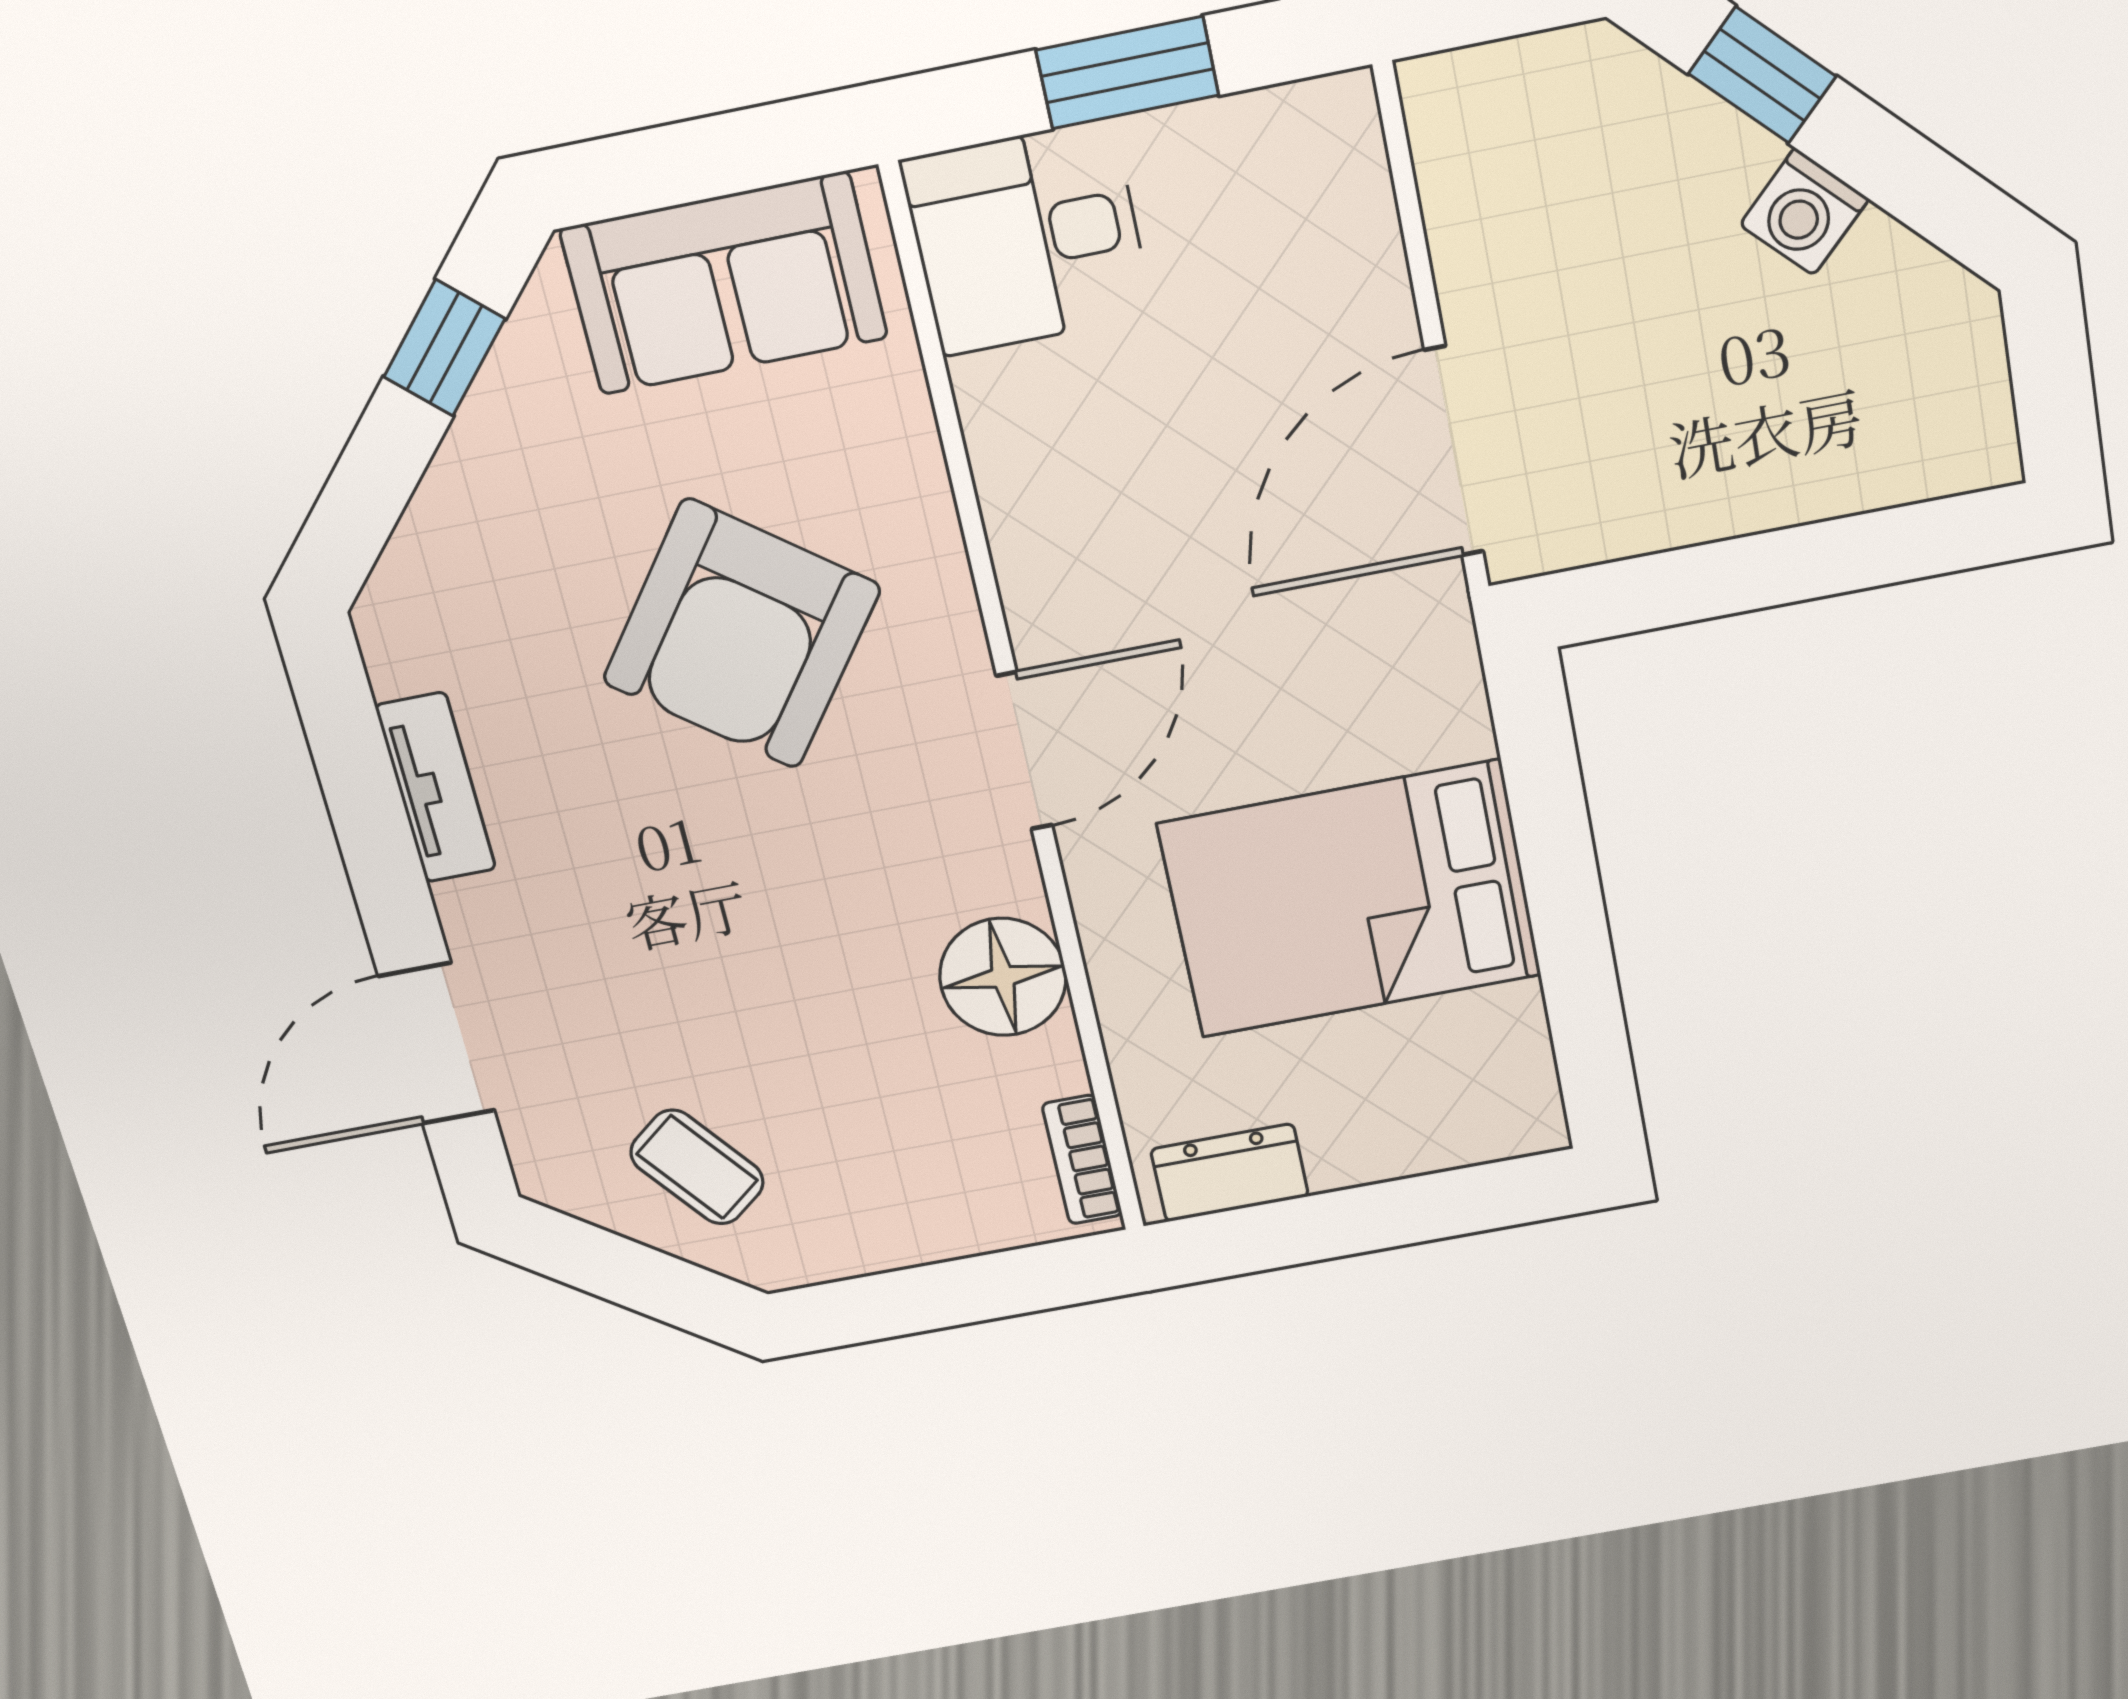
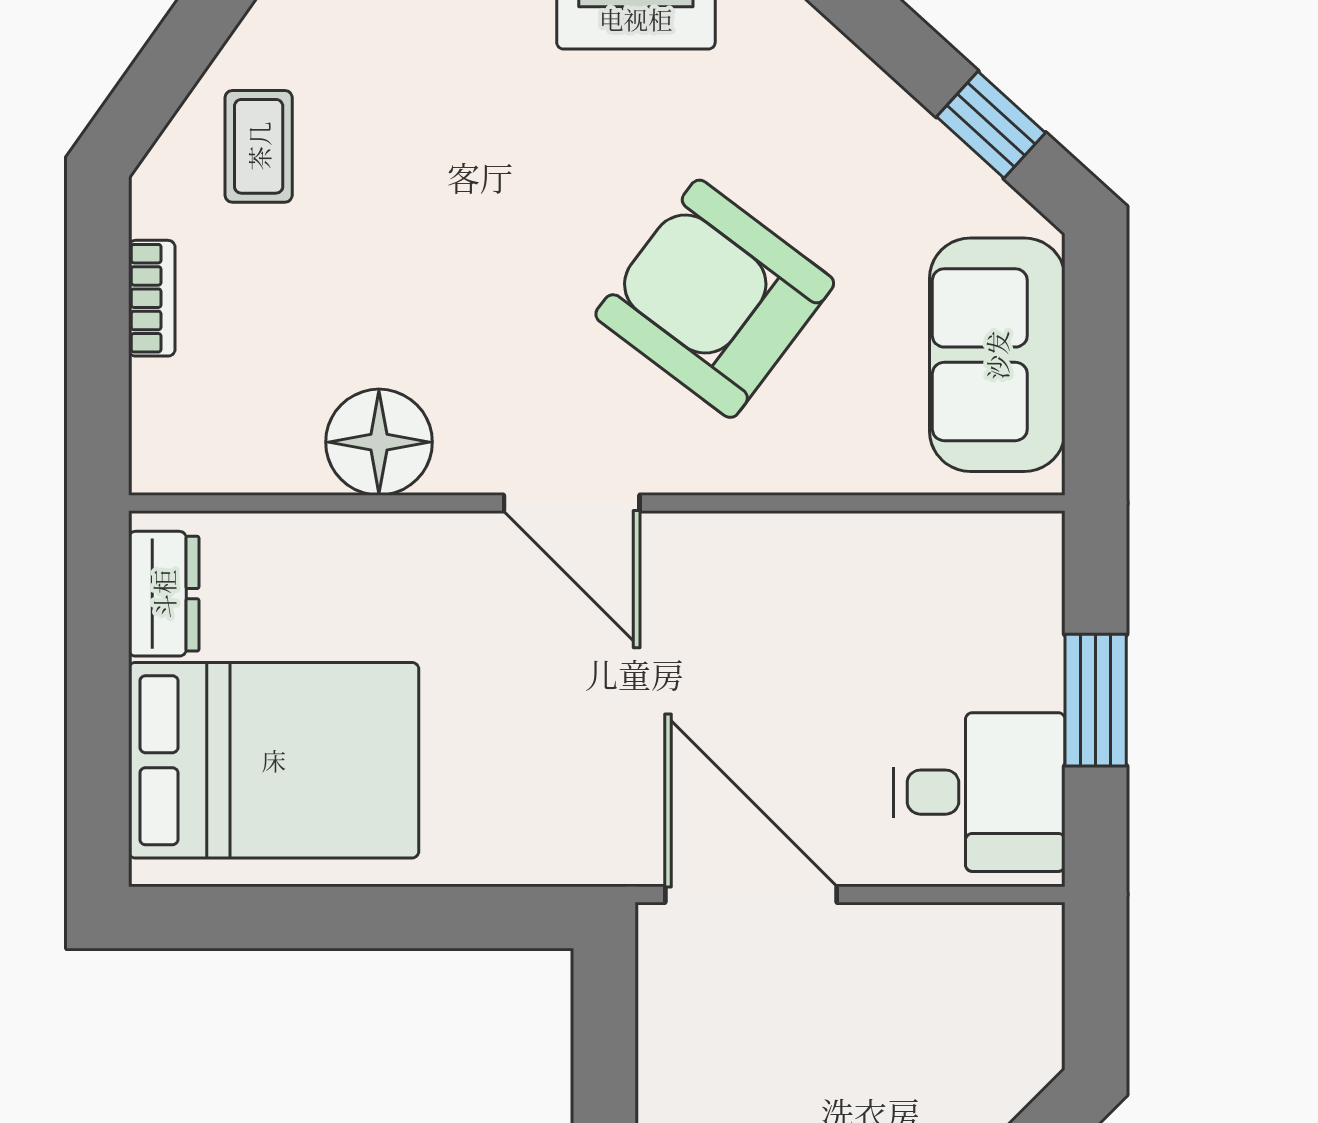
desk: (1027, 238) -> (979, 792), moved, turned 90
bed: (1350, 900) -> (274, 760), moved, turned 90
bookcase: (1082, 1160) -> (152, 298), moved, turned 90
coffee table: (697, 1167) -> (259, 146), turned -52

